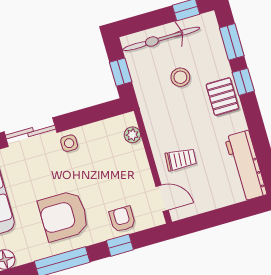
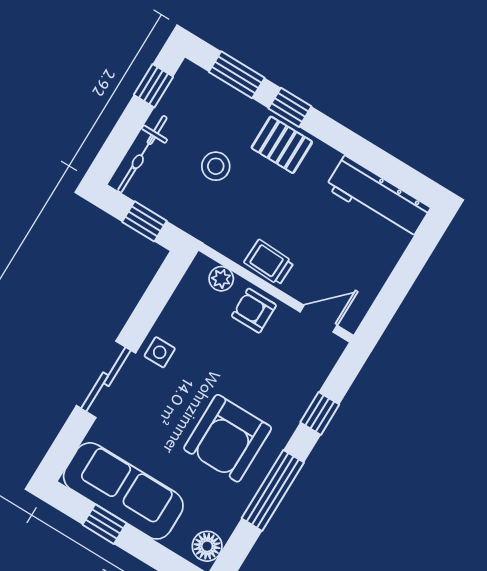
bicycle: (161, 39) -> (142, 154), width x0.73, depth x0.71
trolley: (181, 159) -> (269, 262), moved, turned -92
armchair: (122, 219) -> (254, 311), moved

